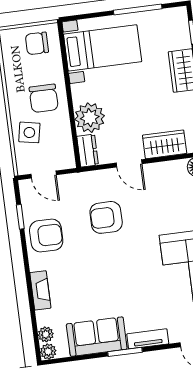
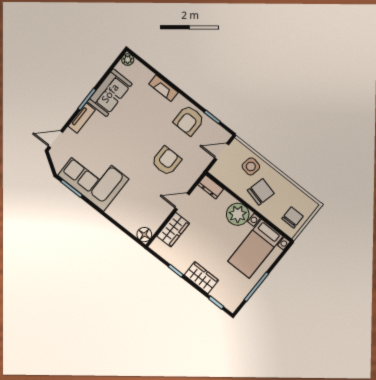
chair: (44, 98) -> (261, 192), turned 104
plant: (90, 118) -> (238, 214), moved
plant: (46, 334) -> (138, 67), removed

